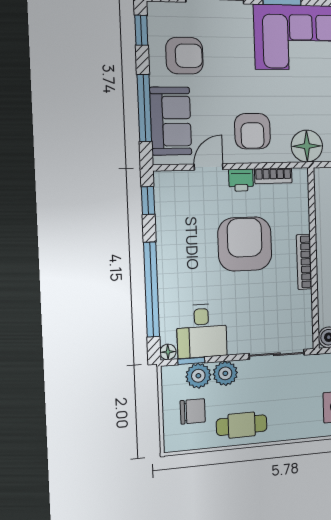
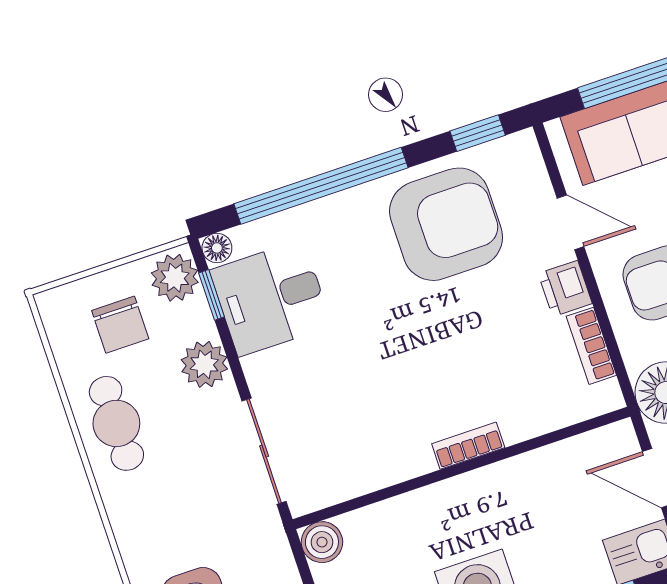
armchair: (245, 244) -> (446, 224), moved
bookcase: (304, 262) -> (468, 446), width x0.64
plant: (198, 376) -> (175, 278), moved

